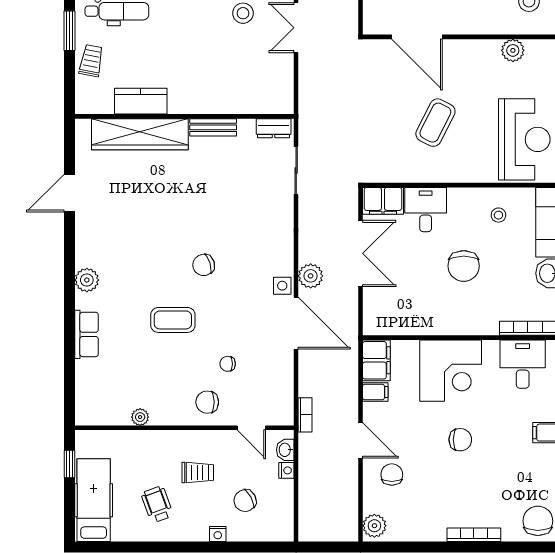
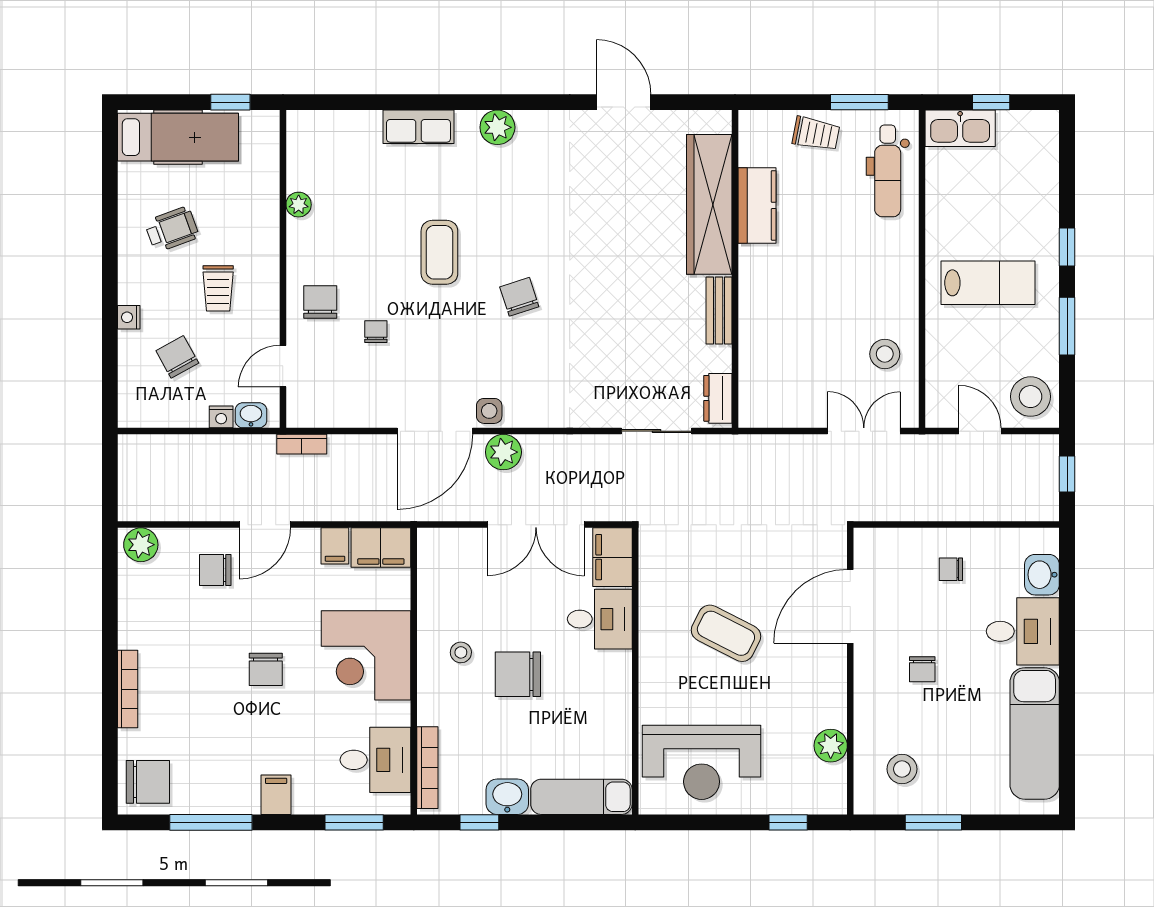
stool: (498, 215) -> (461, 652), moved
chair: (392, 475) -> (215, 570), turned 180

